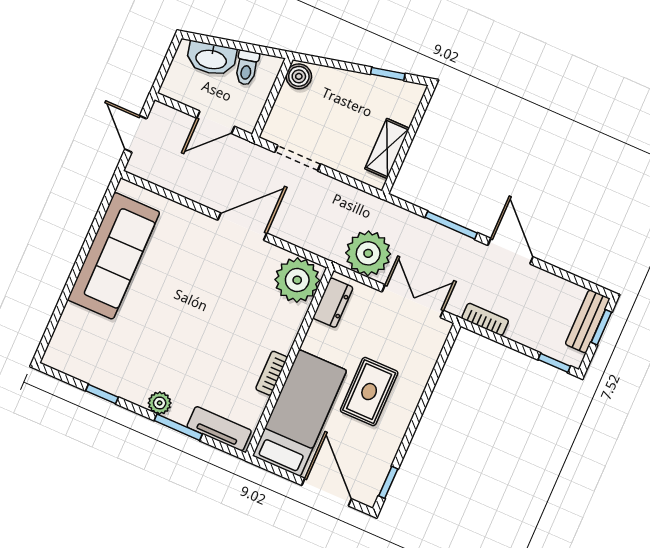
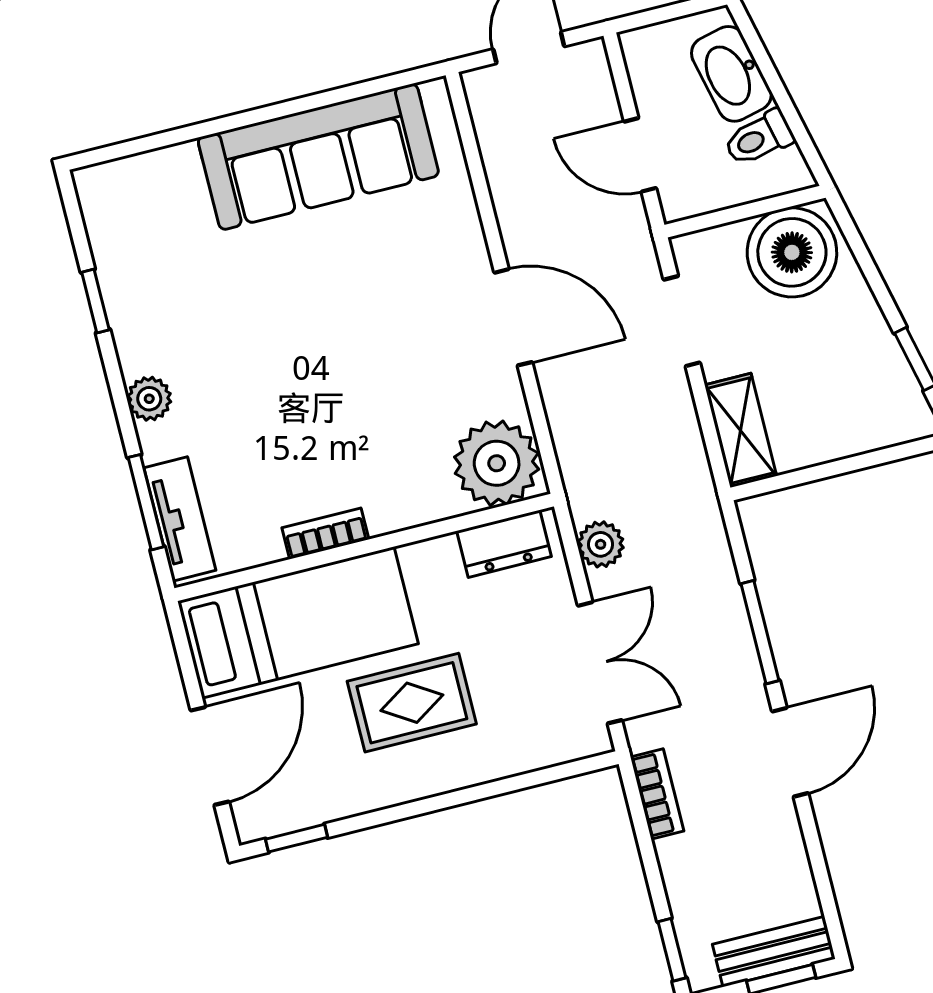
boiler: (299, 76) -> (792, 252), width x1.86, depth x1.86
shelving: (387, 149) -> (741, 430), moved, turned 90
plant: (368, 253) -> (601, 544), width x0.53, depth x0.53
window: (178, 427) -> (146, 502), moved

